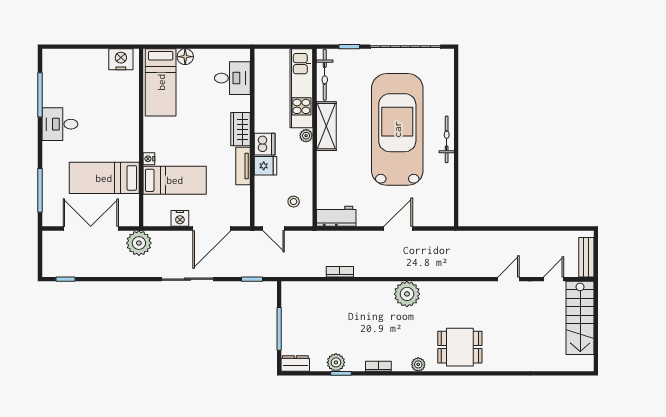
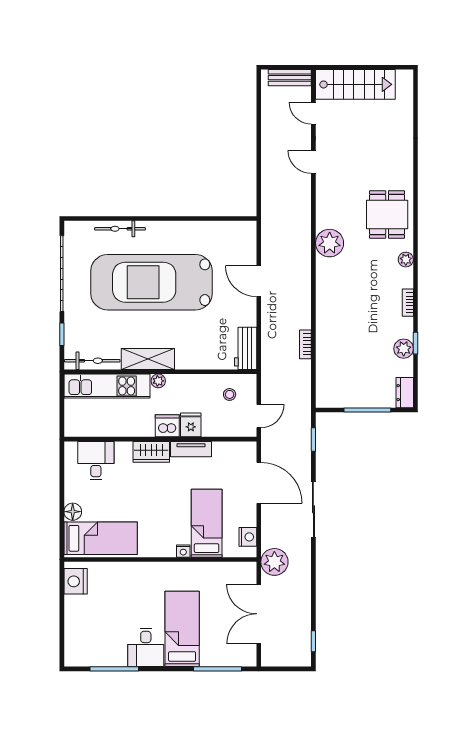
bicycle: (447, 139) -> (120, 229), moved
bed: (104, 178) -> (182, 629), moved, turned 180
nightstand: (180, 218) -> (248, 537), moved
plant: (407, 294) -> (330, 243), moved

